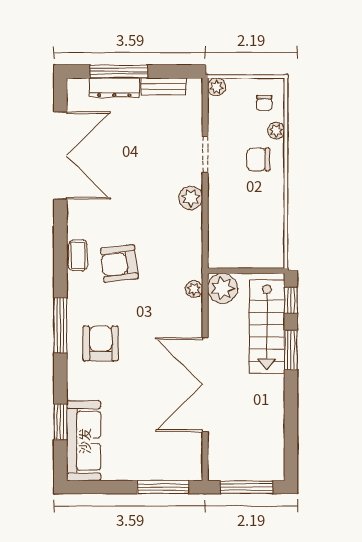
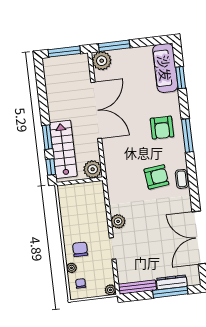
bench: (163, 86) -> (137, 287), width x1.36
chair: (258, 159) -> (80, 249), turned -90
plant: (194, 289) -> (102, 61), moved, width x1.88, depth x1.88

